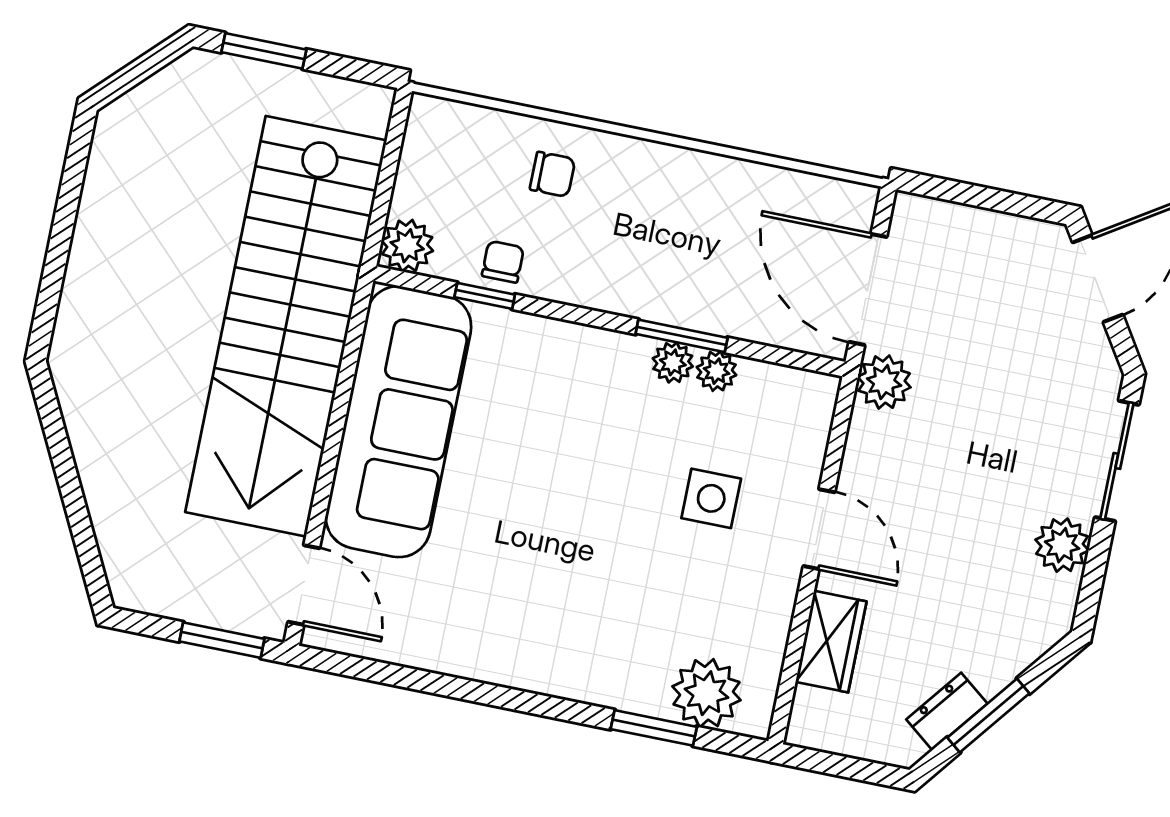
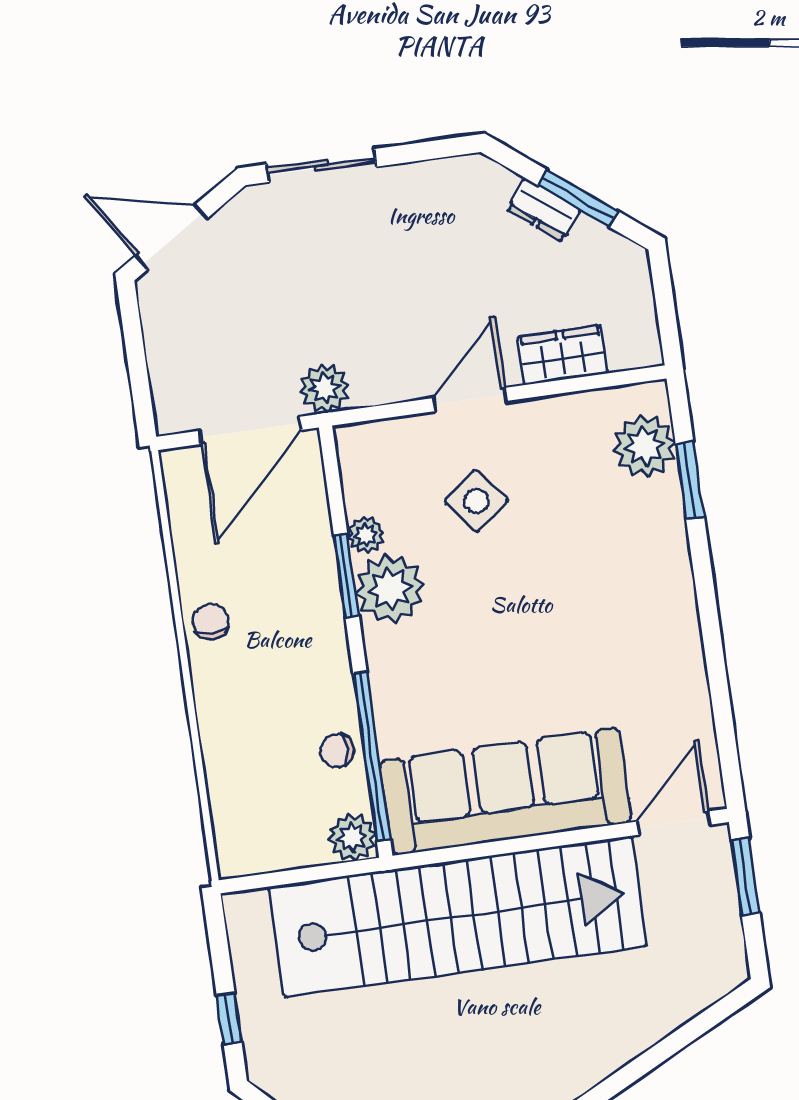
window: (264, 51) -> (229, 1019), width x0.67
chair: (552, 174) -> (211, 621), moved
window: (485, 296) -> (372, 756), width x3.17
plant: (673, 362) -> (390, 589), width x1.88, depth x1.88
side table: (711, 498) -> (476, 501), turned -38
plant: (1062, 545) -> (410, 187), removed
dresser: (947, 712) -> (544, 210), moved

